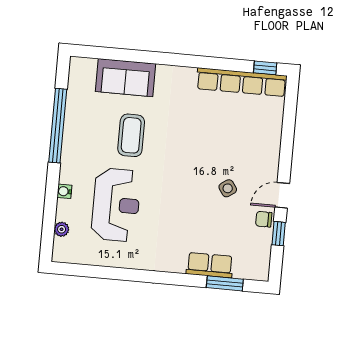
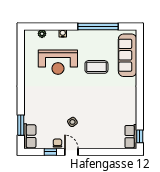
sofa: (125, 78) -> (128, 55), width x1.36
row of seats: (242, 82) -> (131, 137), width x0.50
row of seats: (210, 265) -> (30, 136), moved

